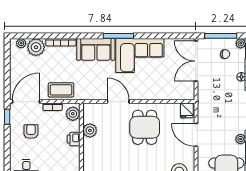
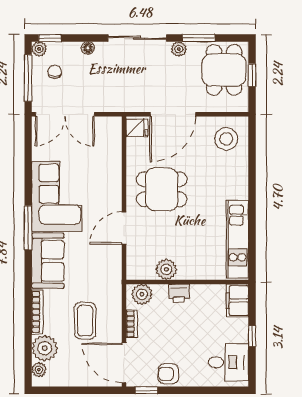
coffee table: (61, 90) -> (85, 321), moved
armchair: (31, 132) -> (168, 374), moved
door: (196, 135) -> (173, 114), width x1.36

